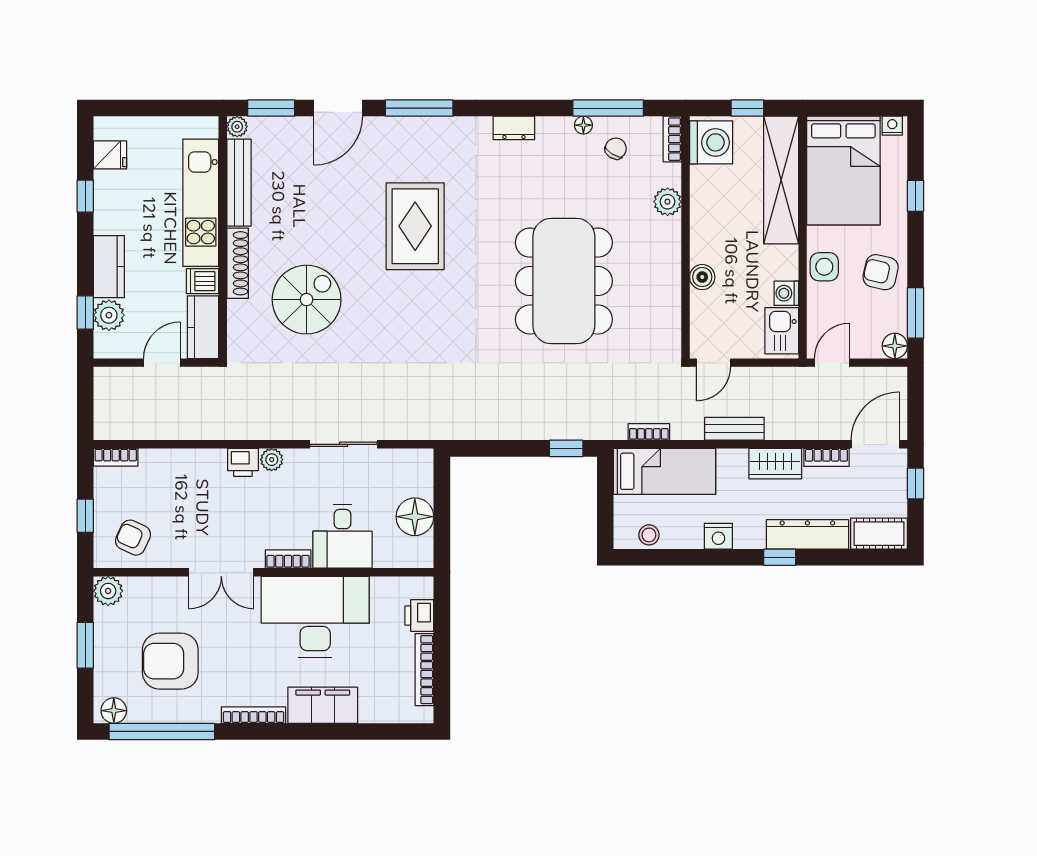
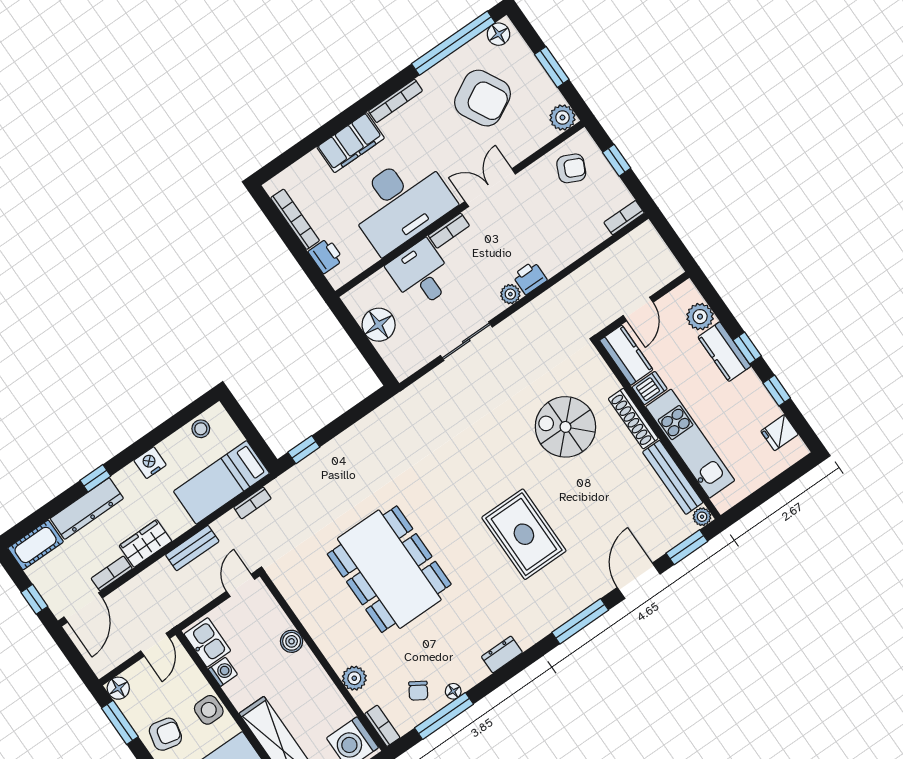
spiral stairs: (307, 300) -> (565, 427), turned 90
window: (85, 313) -> (747, 348), moved
armchair: (170, 661) -> (483, 98), turned 62

